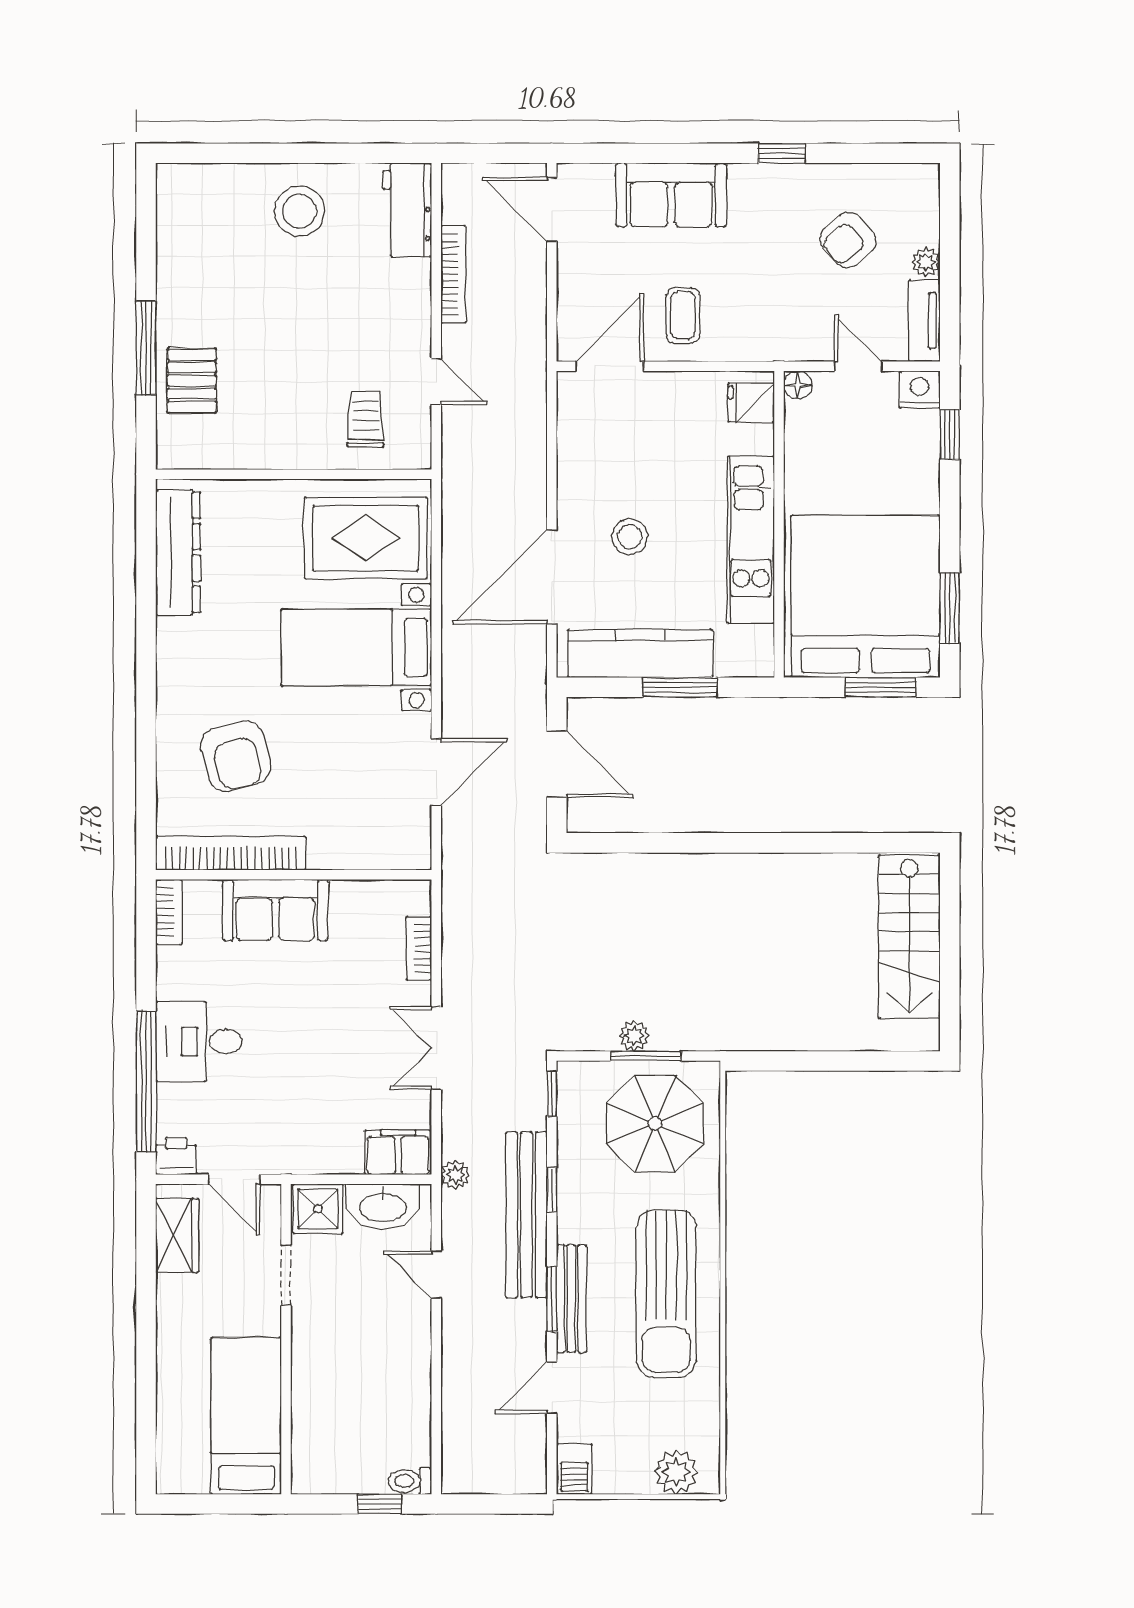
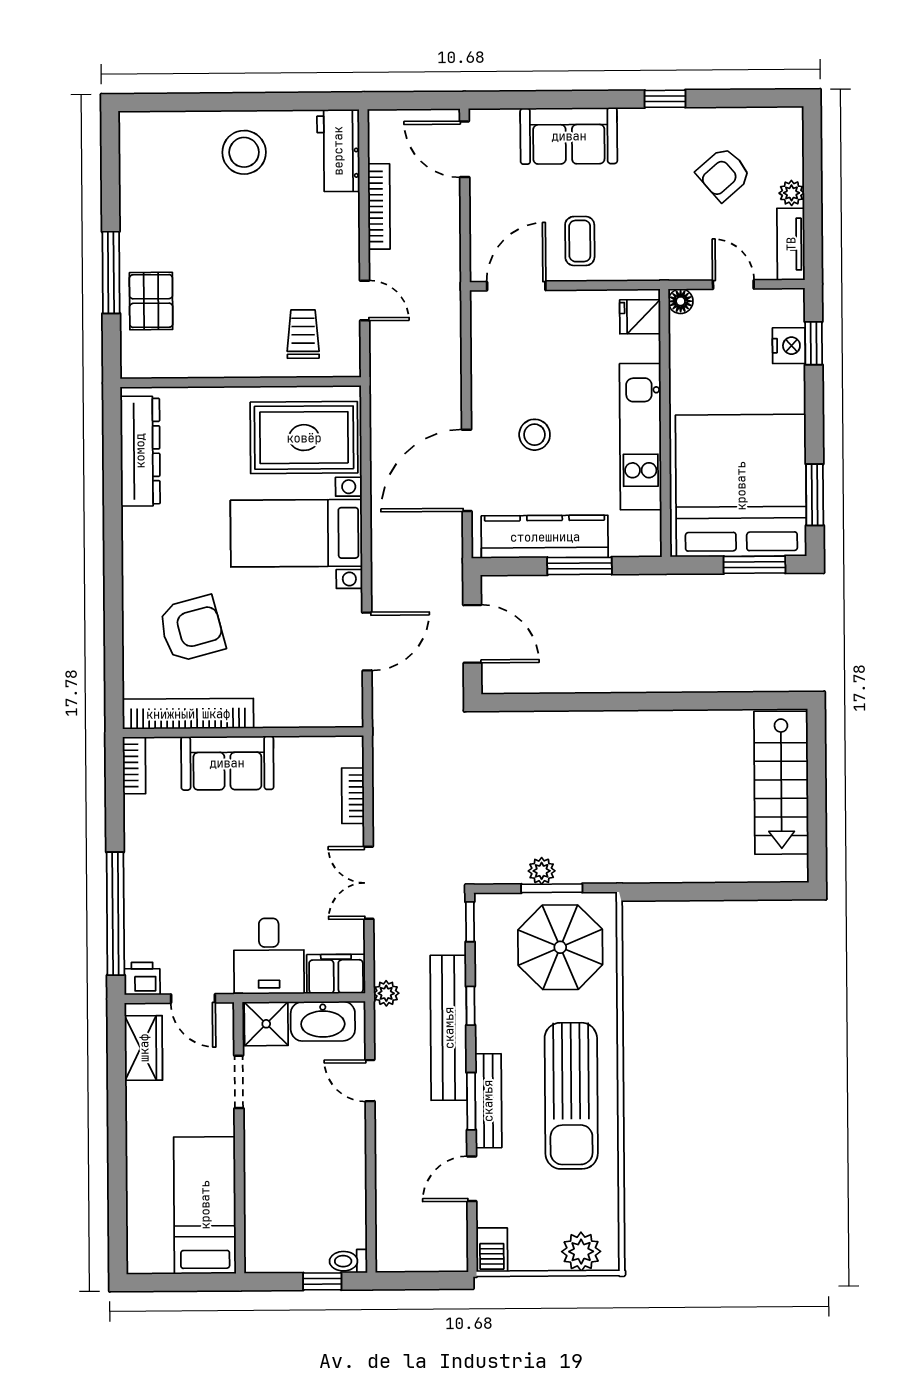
nightstand: (920, 390) -> (789, 346), moved, turned 90
armchair: (236, 756) -> (192, 629), turned -90
desk: (199, 1042) -> (269, 956), moved, turned -90

